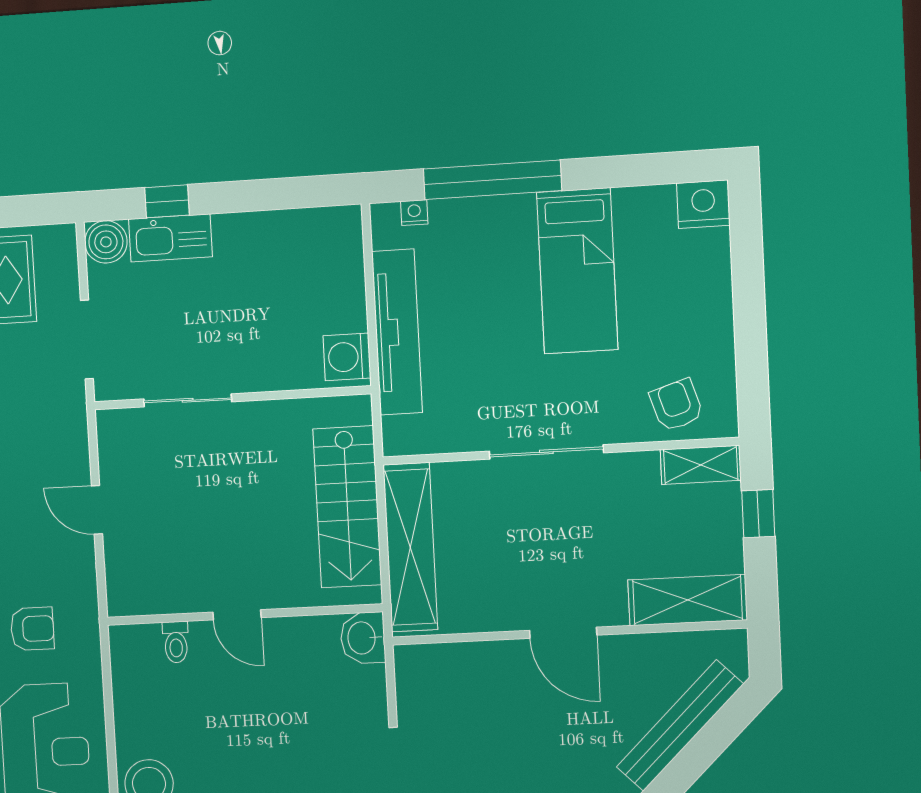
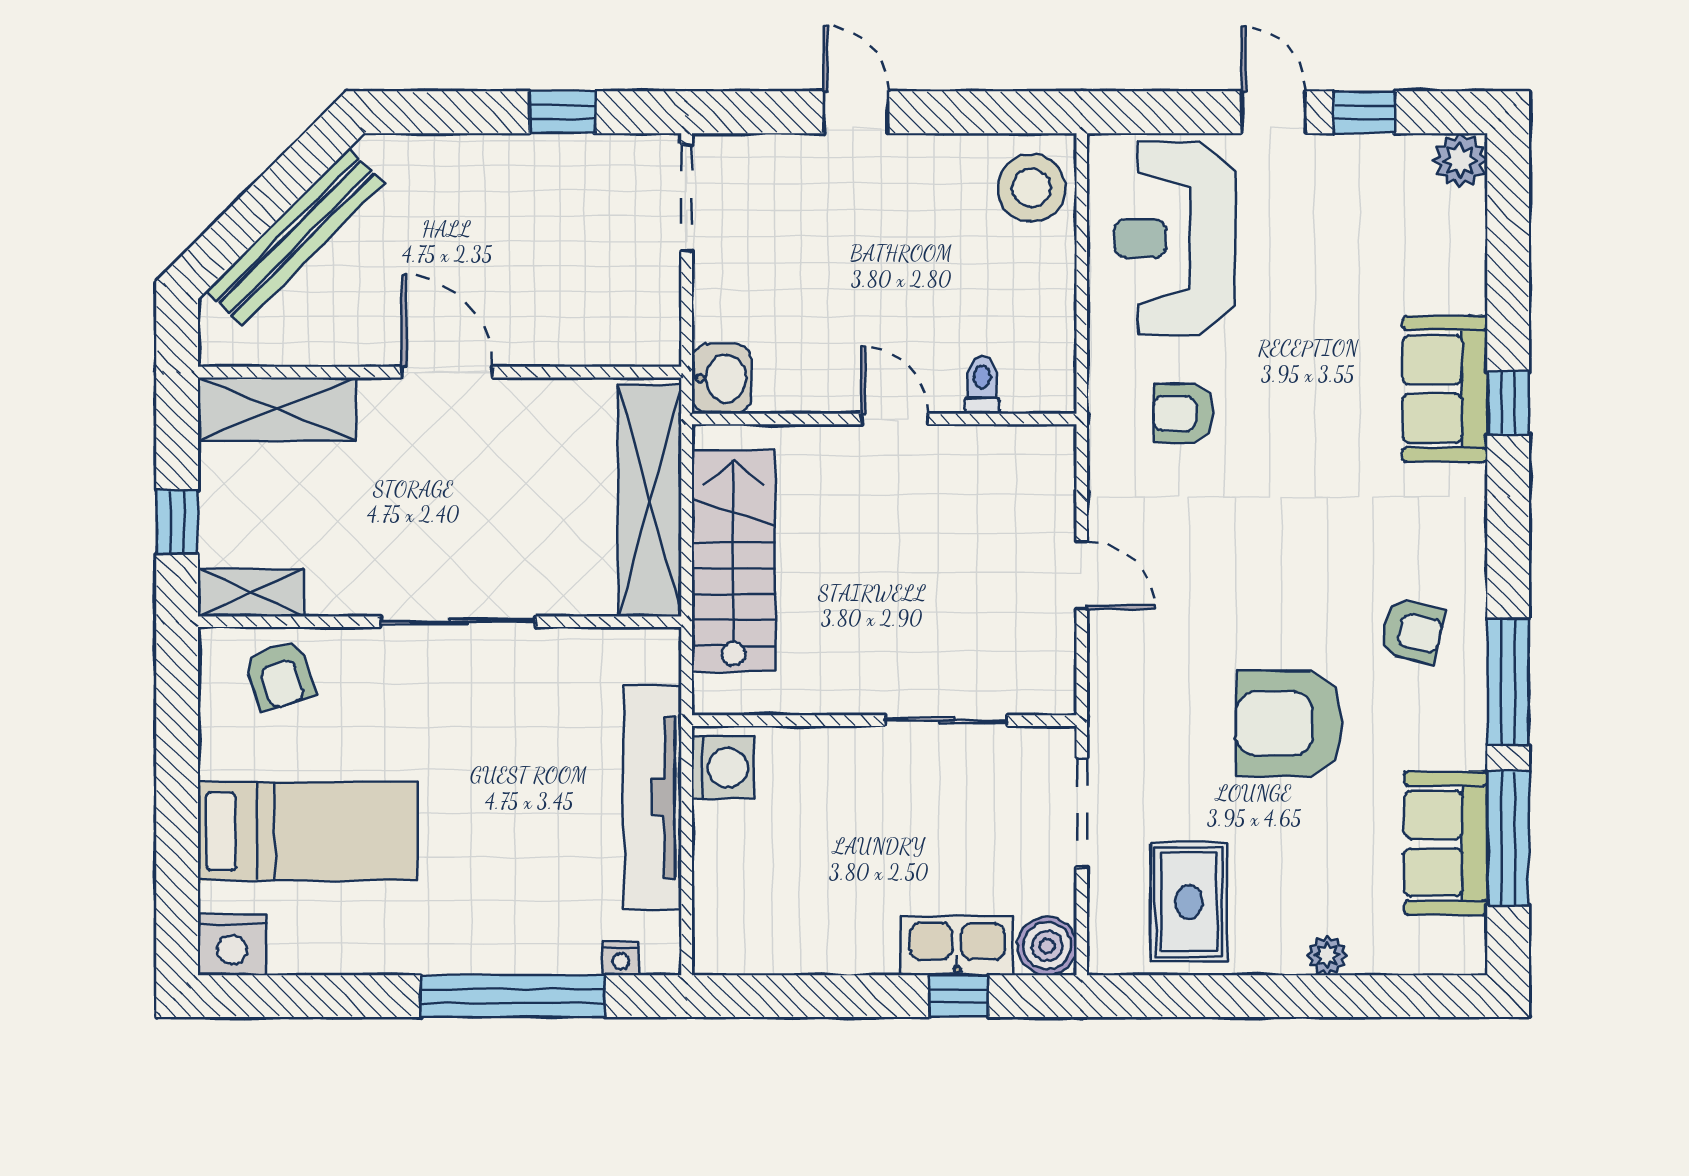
bed: (577, 271) -> (308, 831), moved, turned 90

